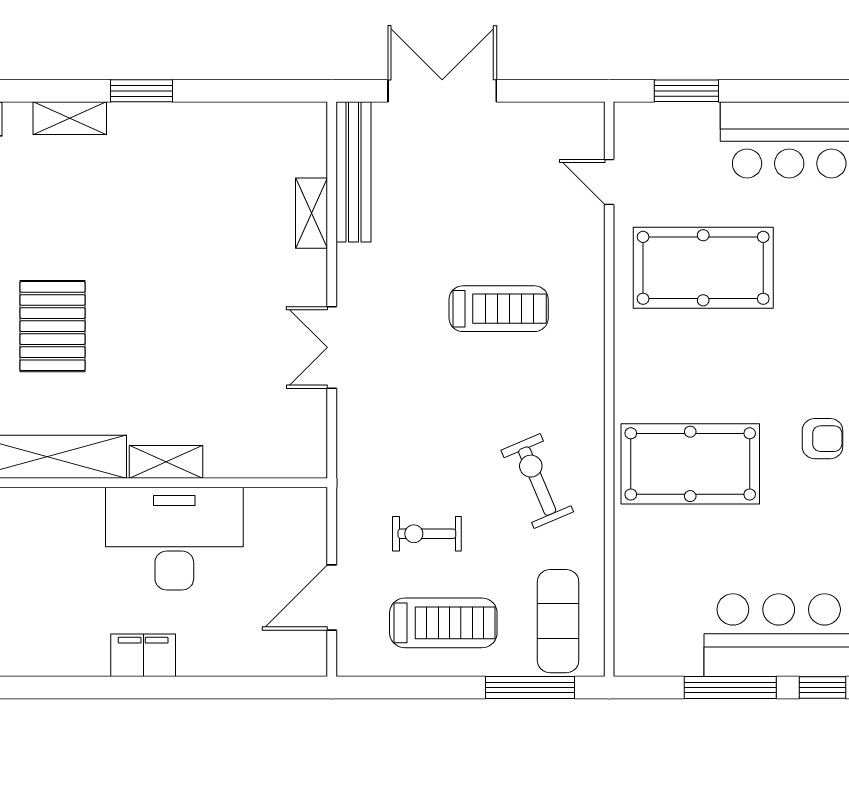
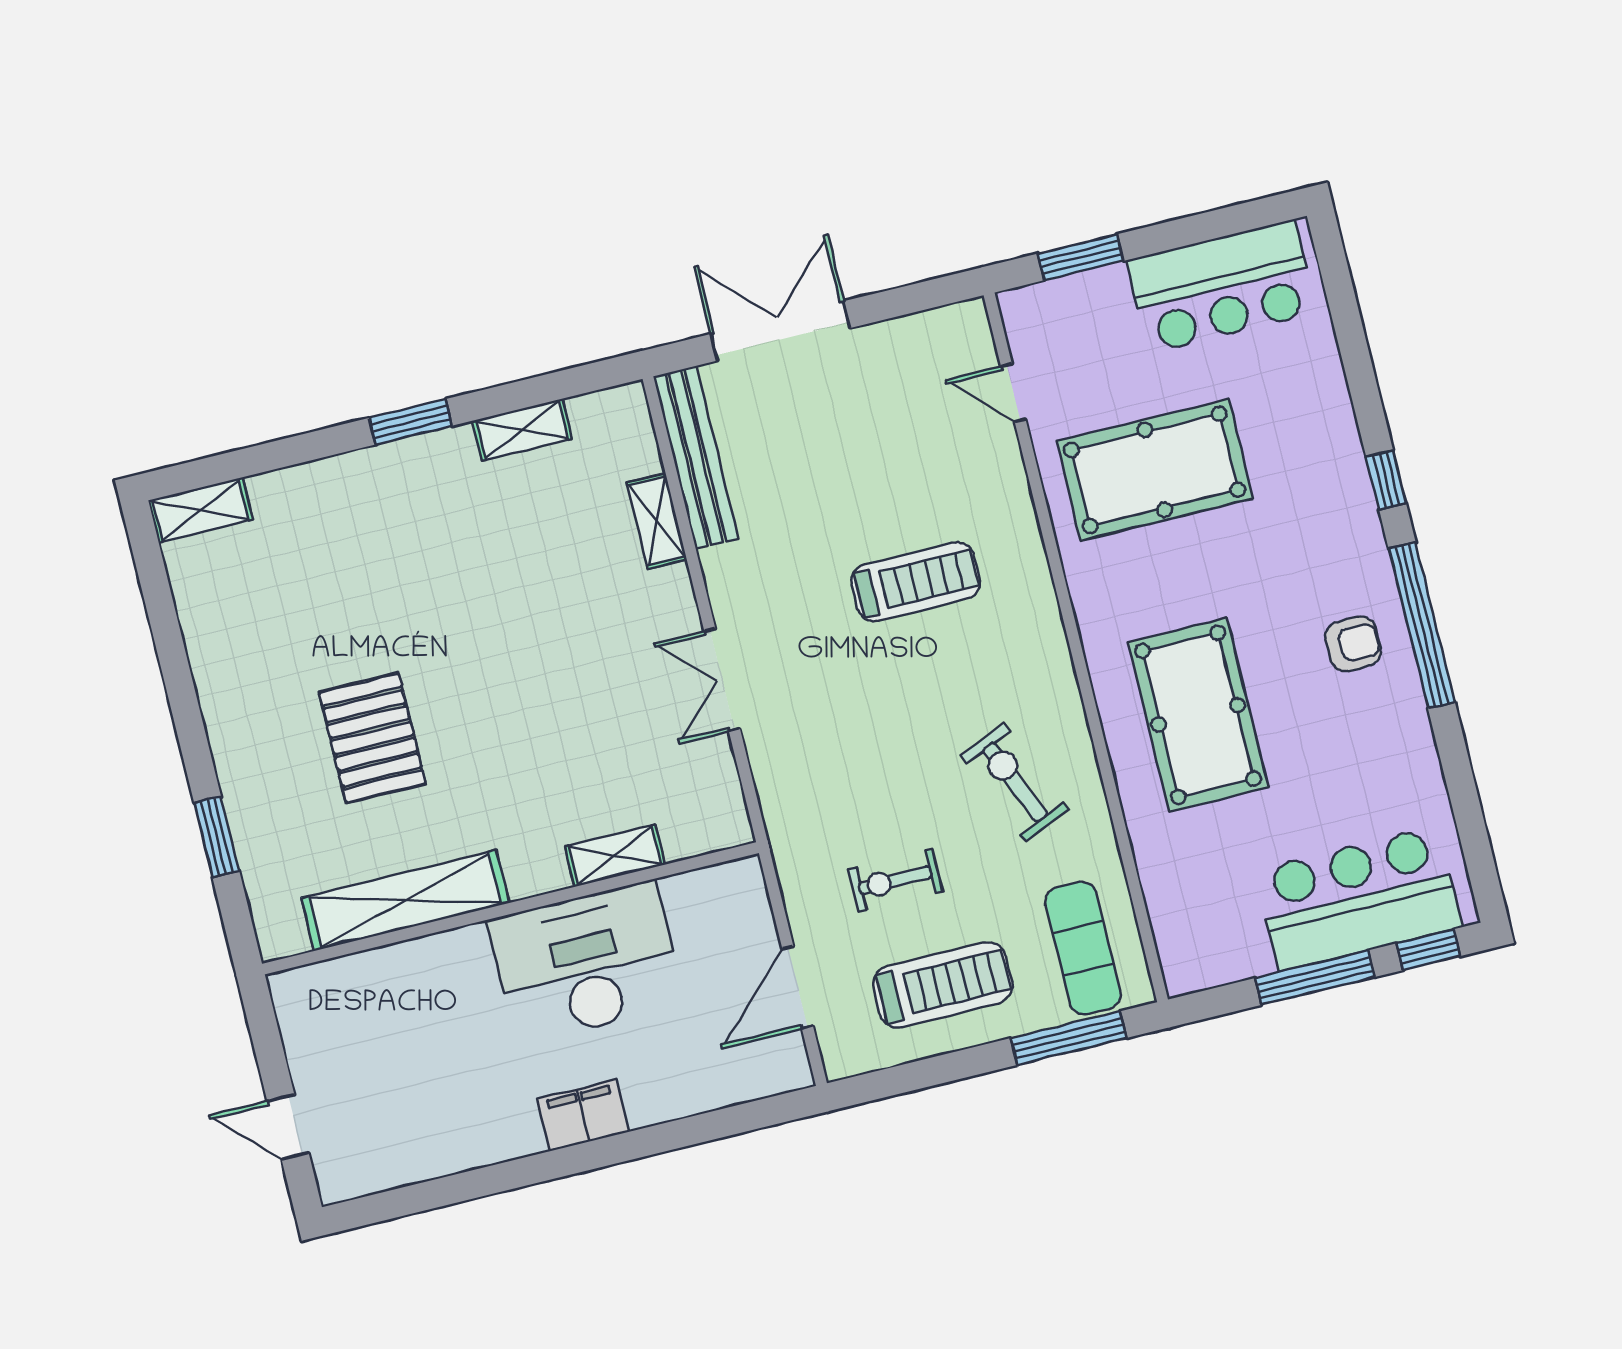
shelving: (70, 118) -> (522, 430), moved
shelving: (166, 462) -> (615, 856), moved
pool table: (690, 464) -> (1198, 715), turned 90

